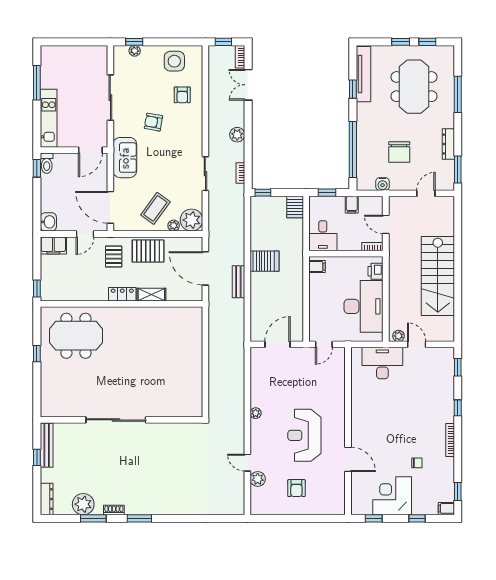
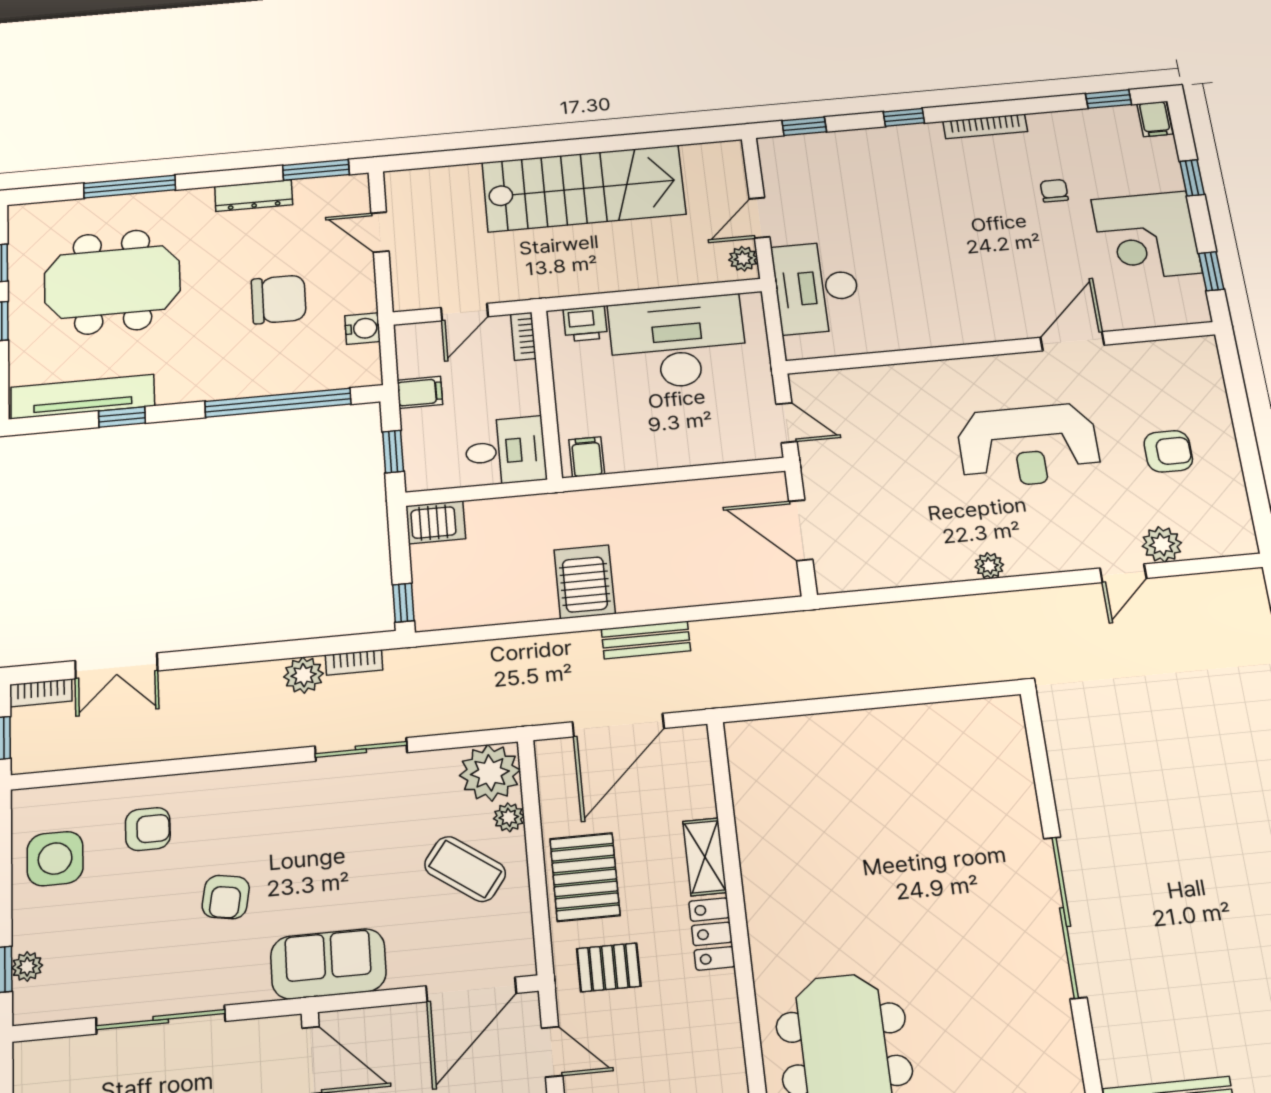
plant: (237, 135) -> (304, 675), moved

